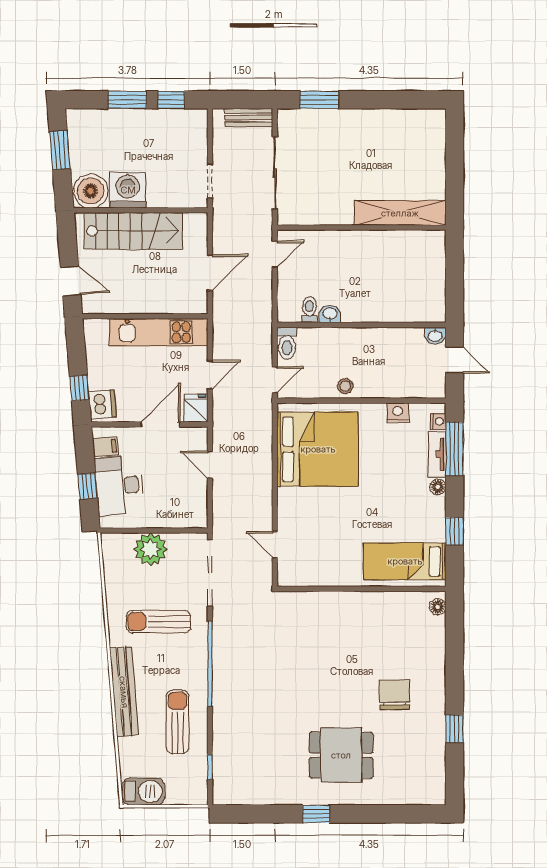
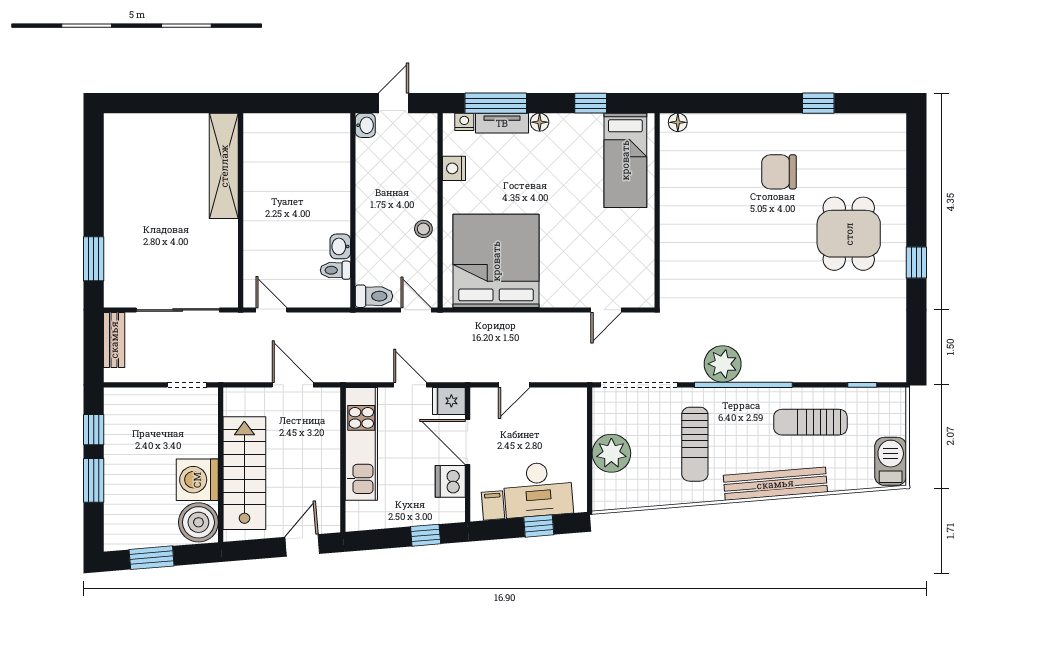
dishwasher: (102, 404) -> (450, 481), moved, turned -85
plant: (228, 646) -> (723, 364), added

